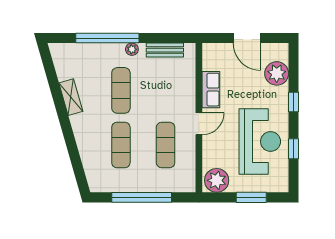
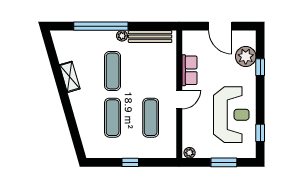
bench: (165, 50) -> (150, 37), width x1.36
window: (294, 102) -> (260, 67), moved
window: (294, 149) -> (260, 133), moved
plant: (217, 180) -> (190, 153), width x0.53, depth x0.53
window: (142, 197) -> (130, 162), width x0.32

